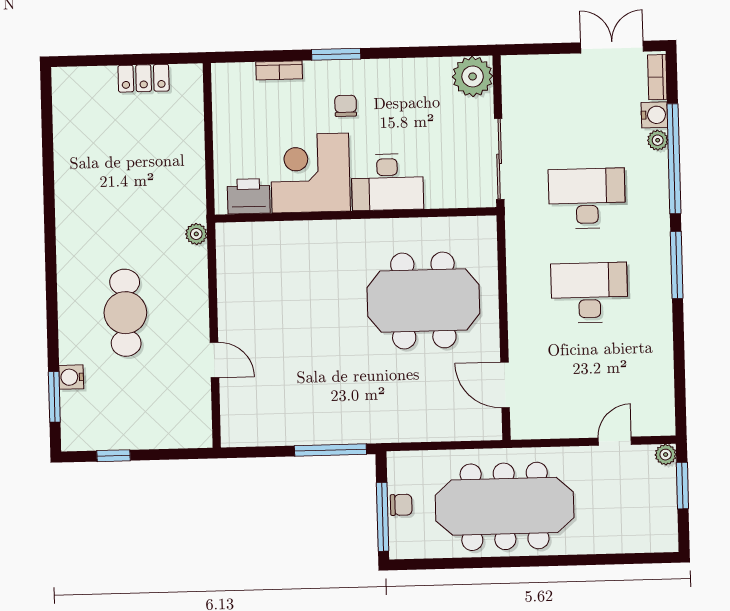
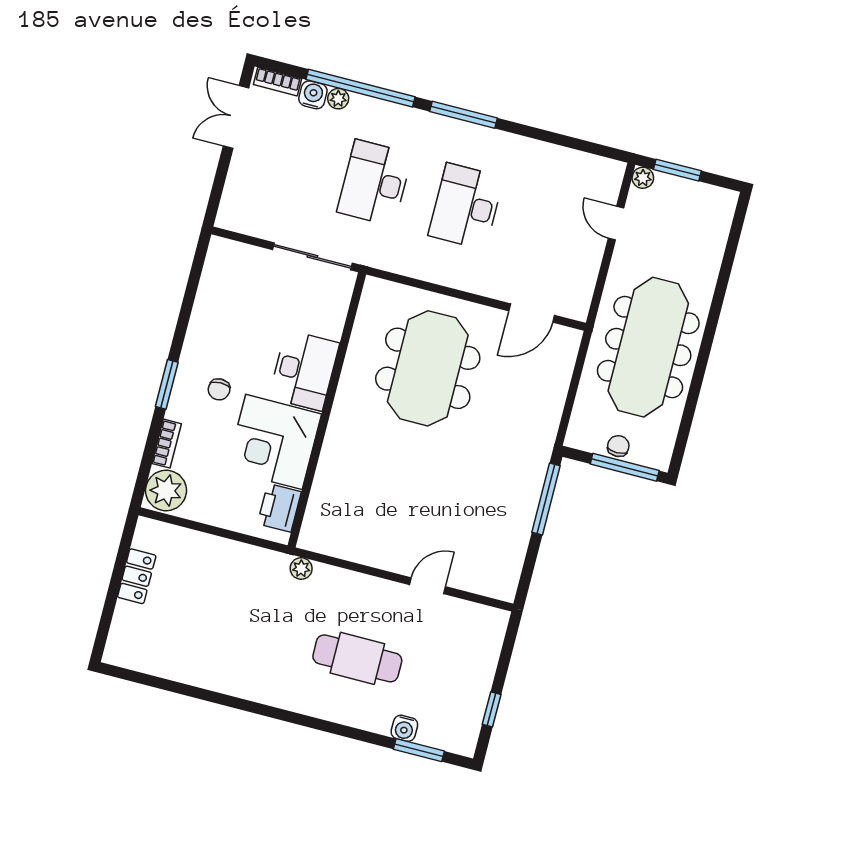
plant: (473, 76) -> (166, 490), moved
chair: (346, 106) -> (219, 389), turned -90

